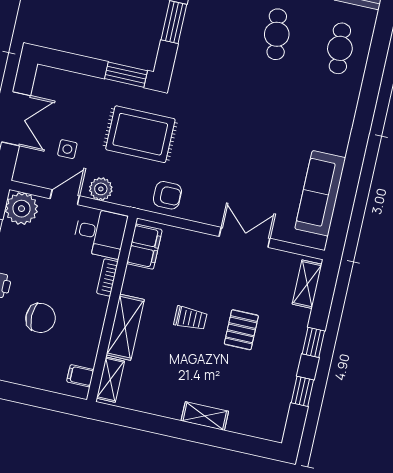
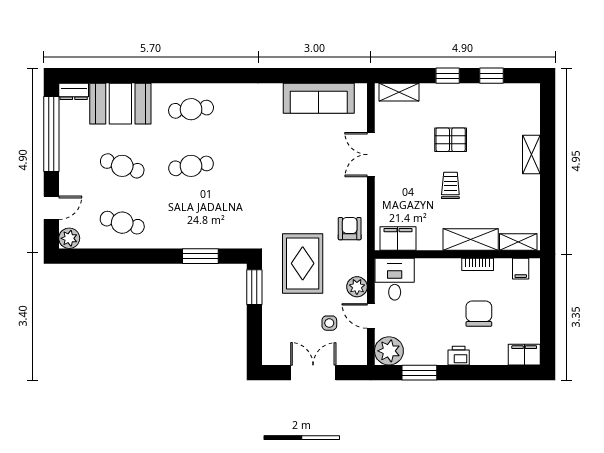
bookcase: (107, 277) -> (478, 264), moved

